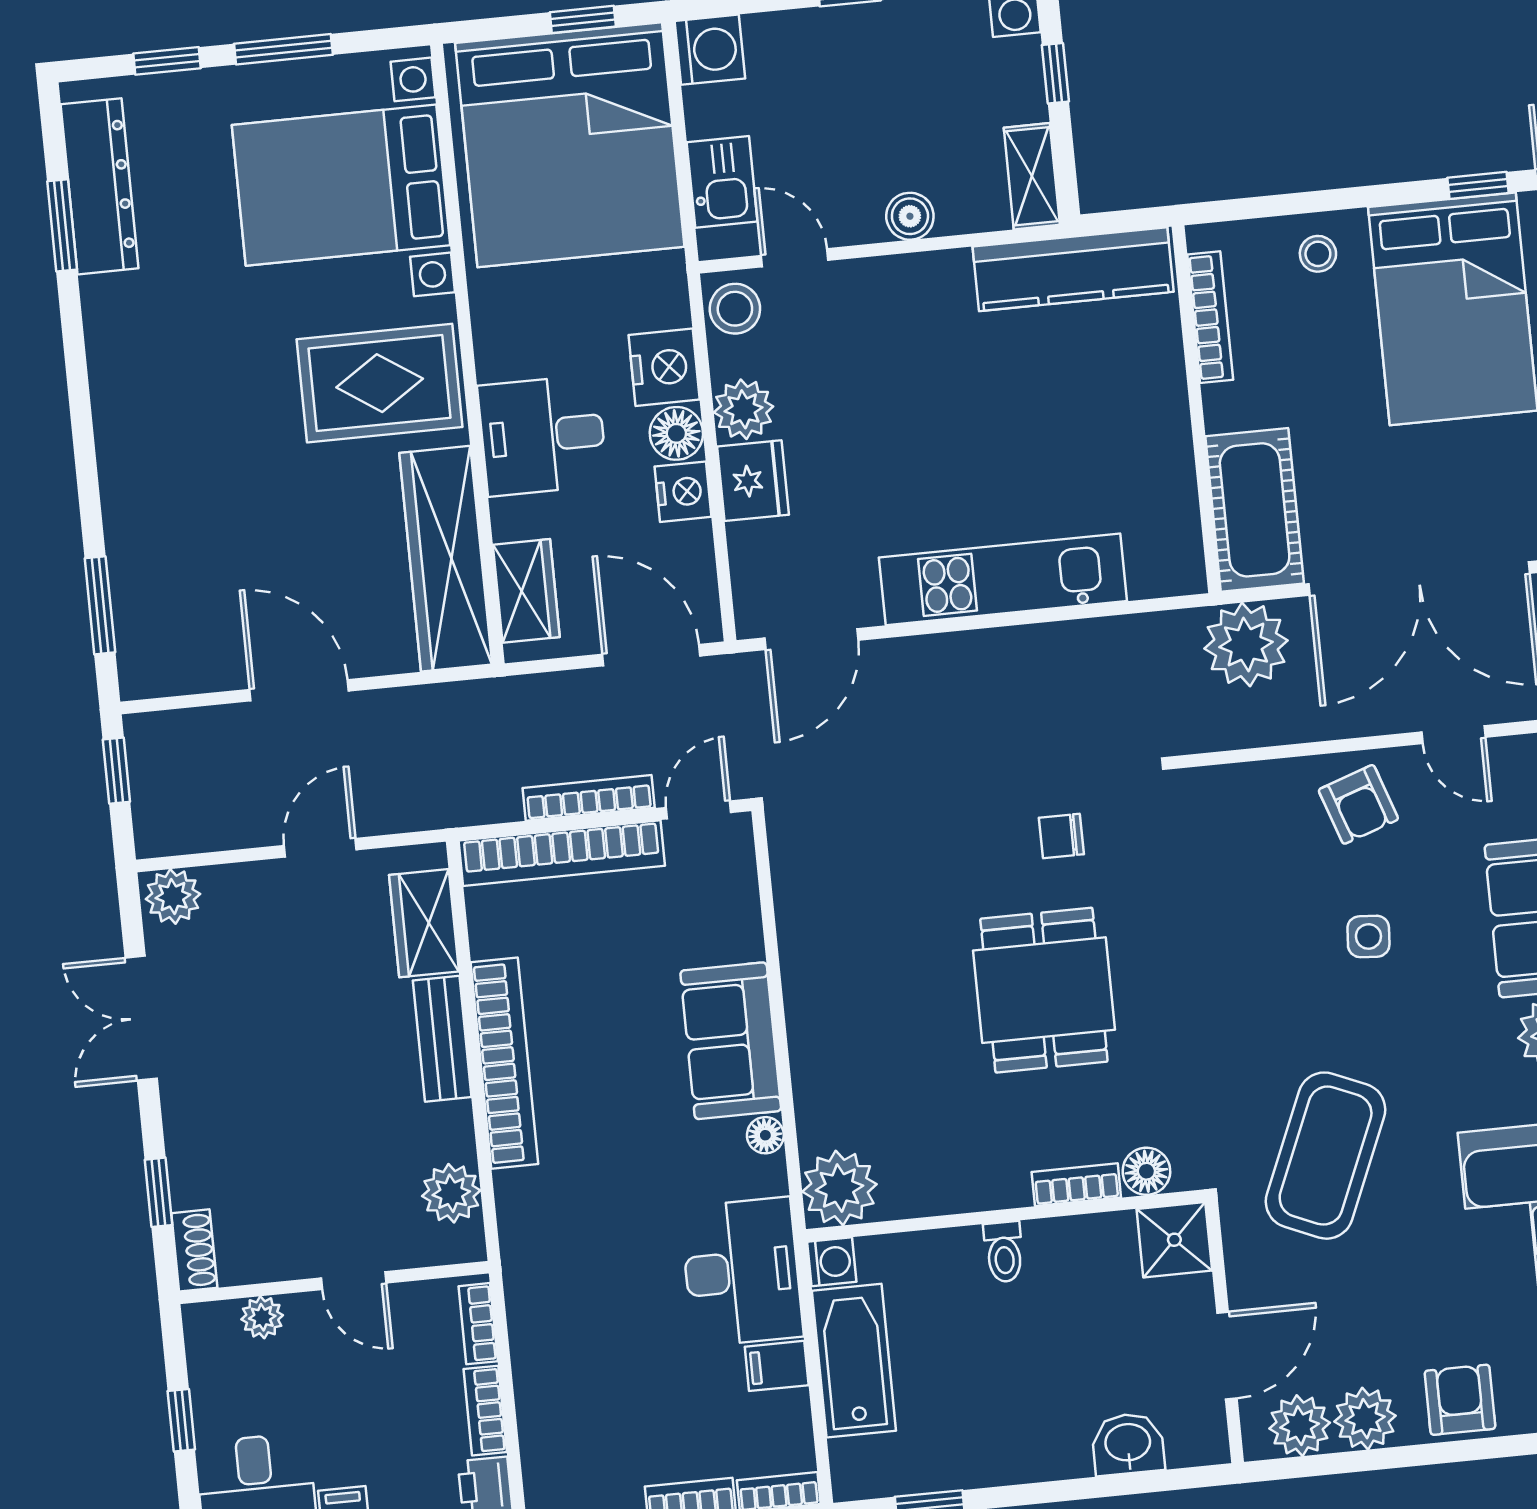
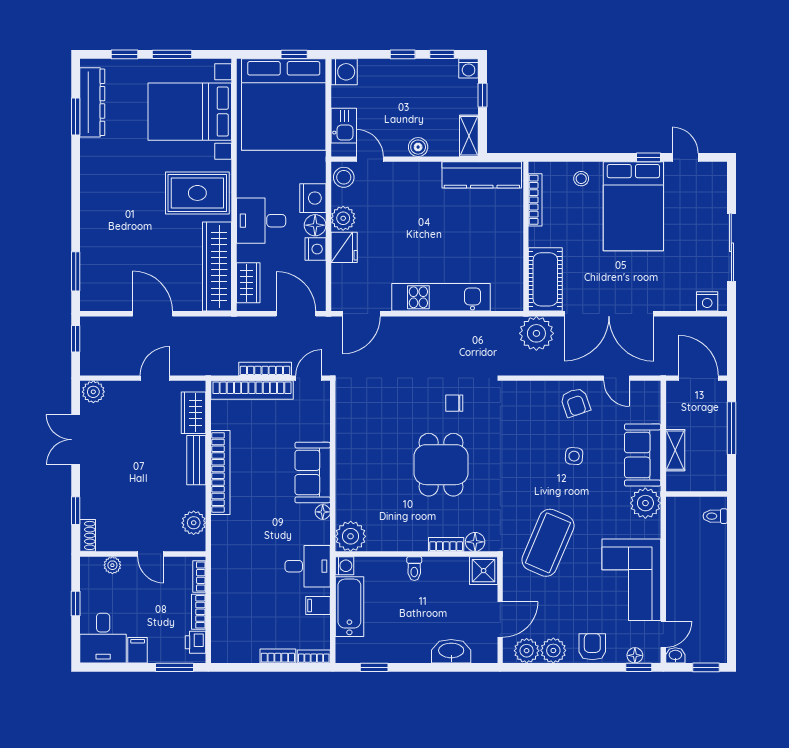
desk: (742, 1272) -> (308, 566), width x0.73
washbasin: (1128, 1444) -> (451, 651), width x1.38

